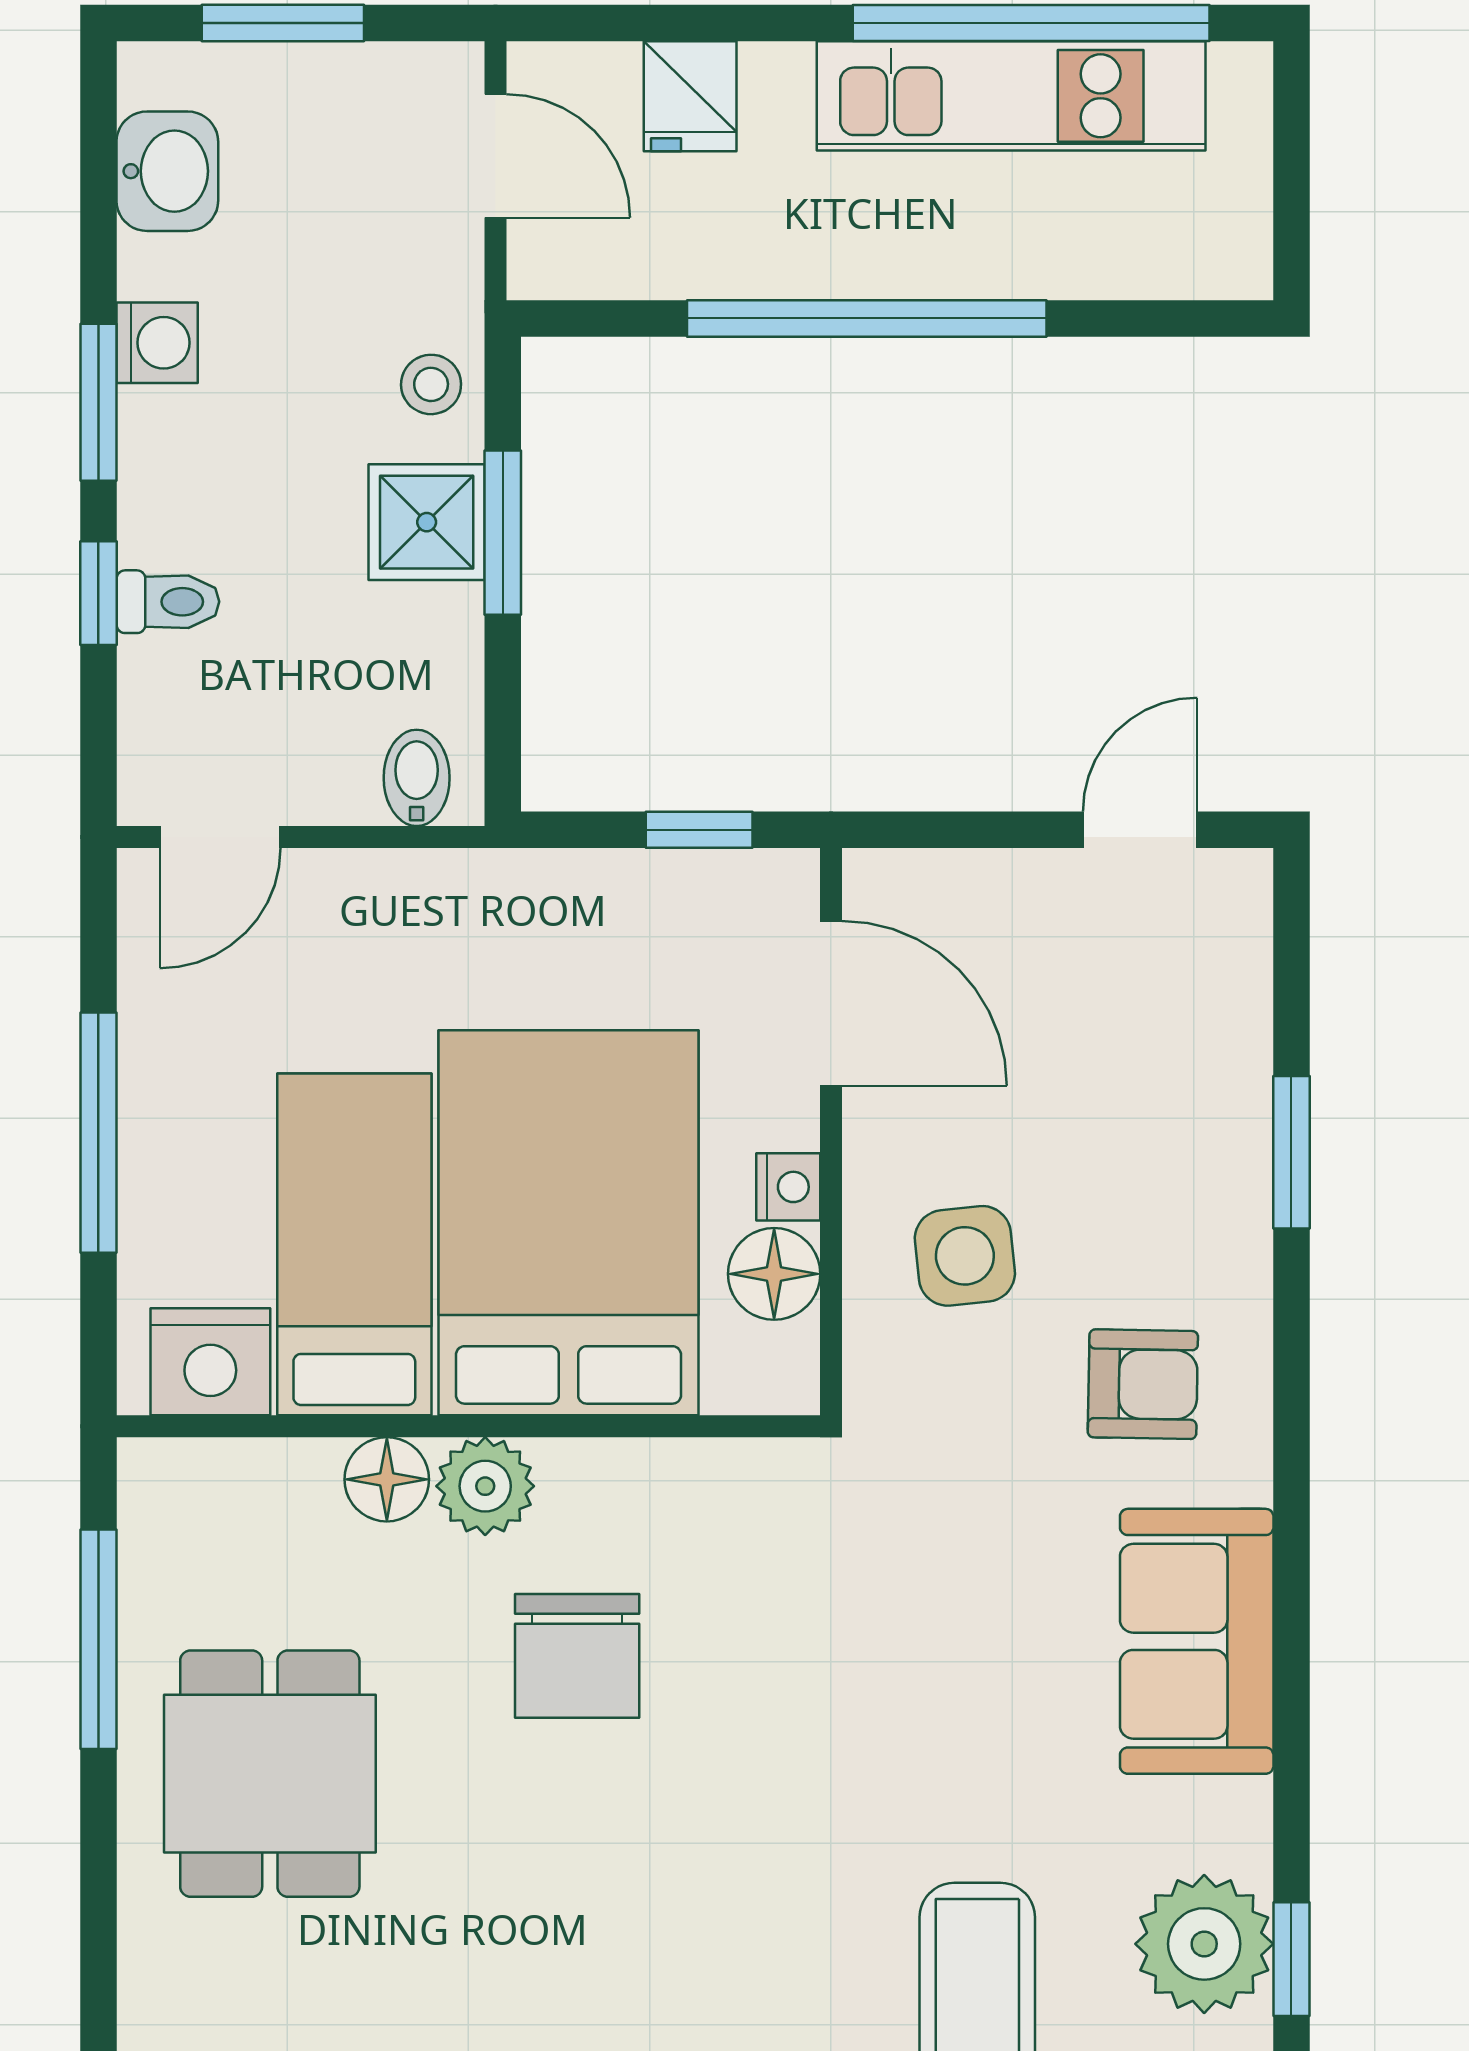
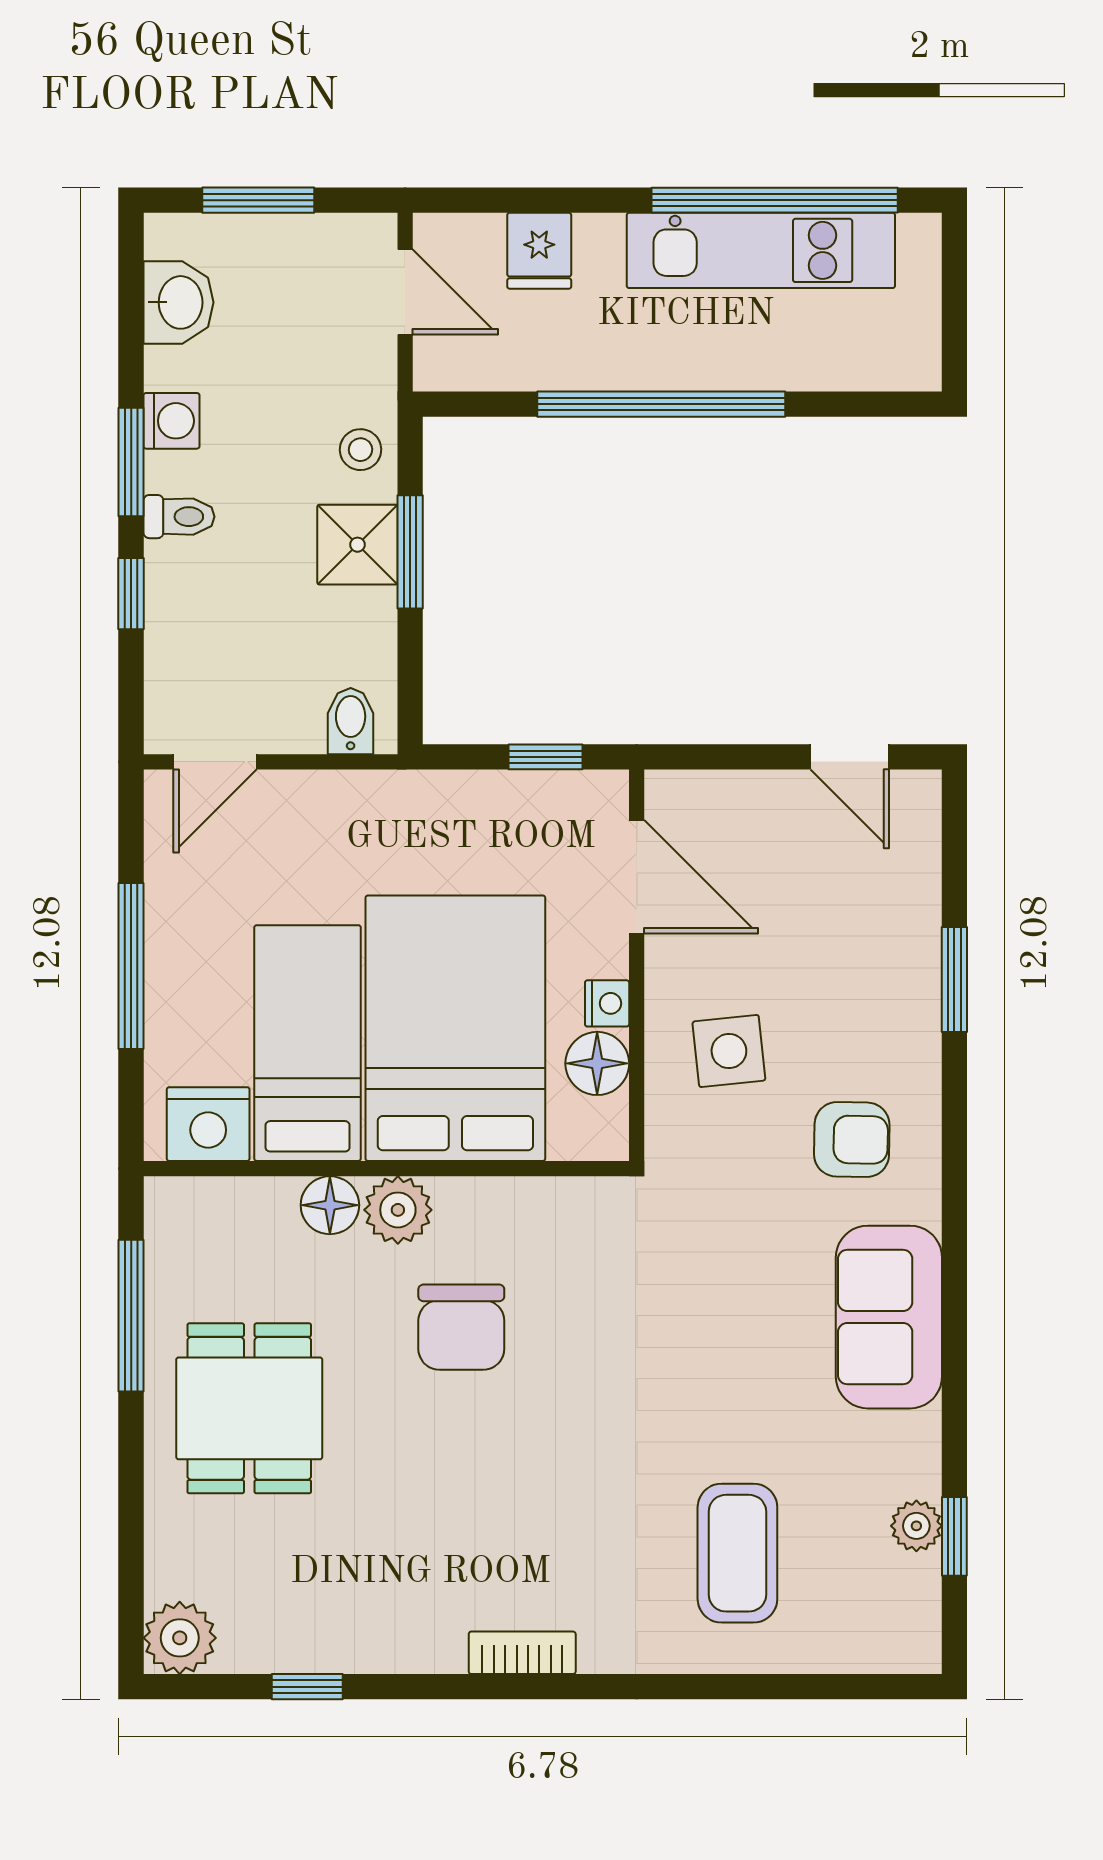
toilet: (168, 602) -> (179, 517), moved
door: (1140, 830) -> (850, 757), swing flipped
plant: (1204, 1944) -> (916, 1526), width x0.53, depth x0.53

